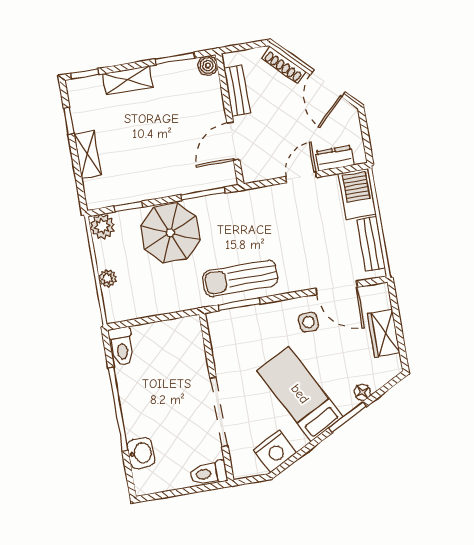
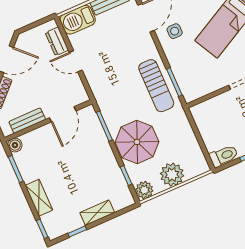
door: (233, 141) -> (63, 114), hinge flipped
plant: (108, 278) -> (172, 175), width x1.88, depth x1.88

